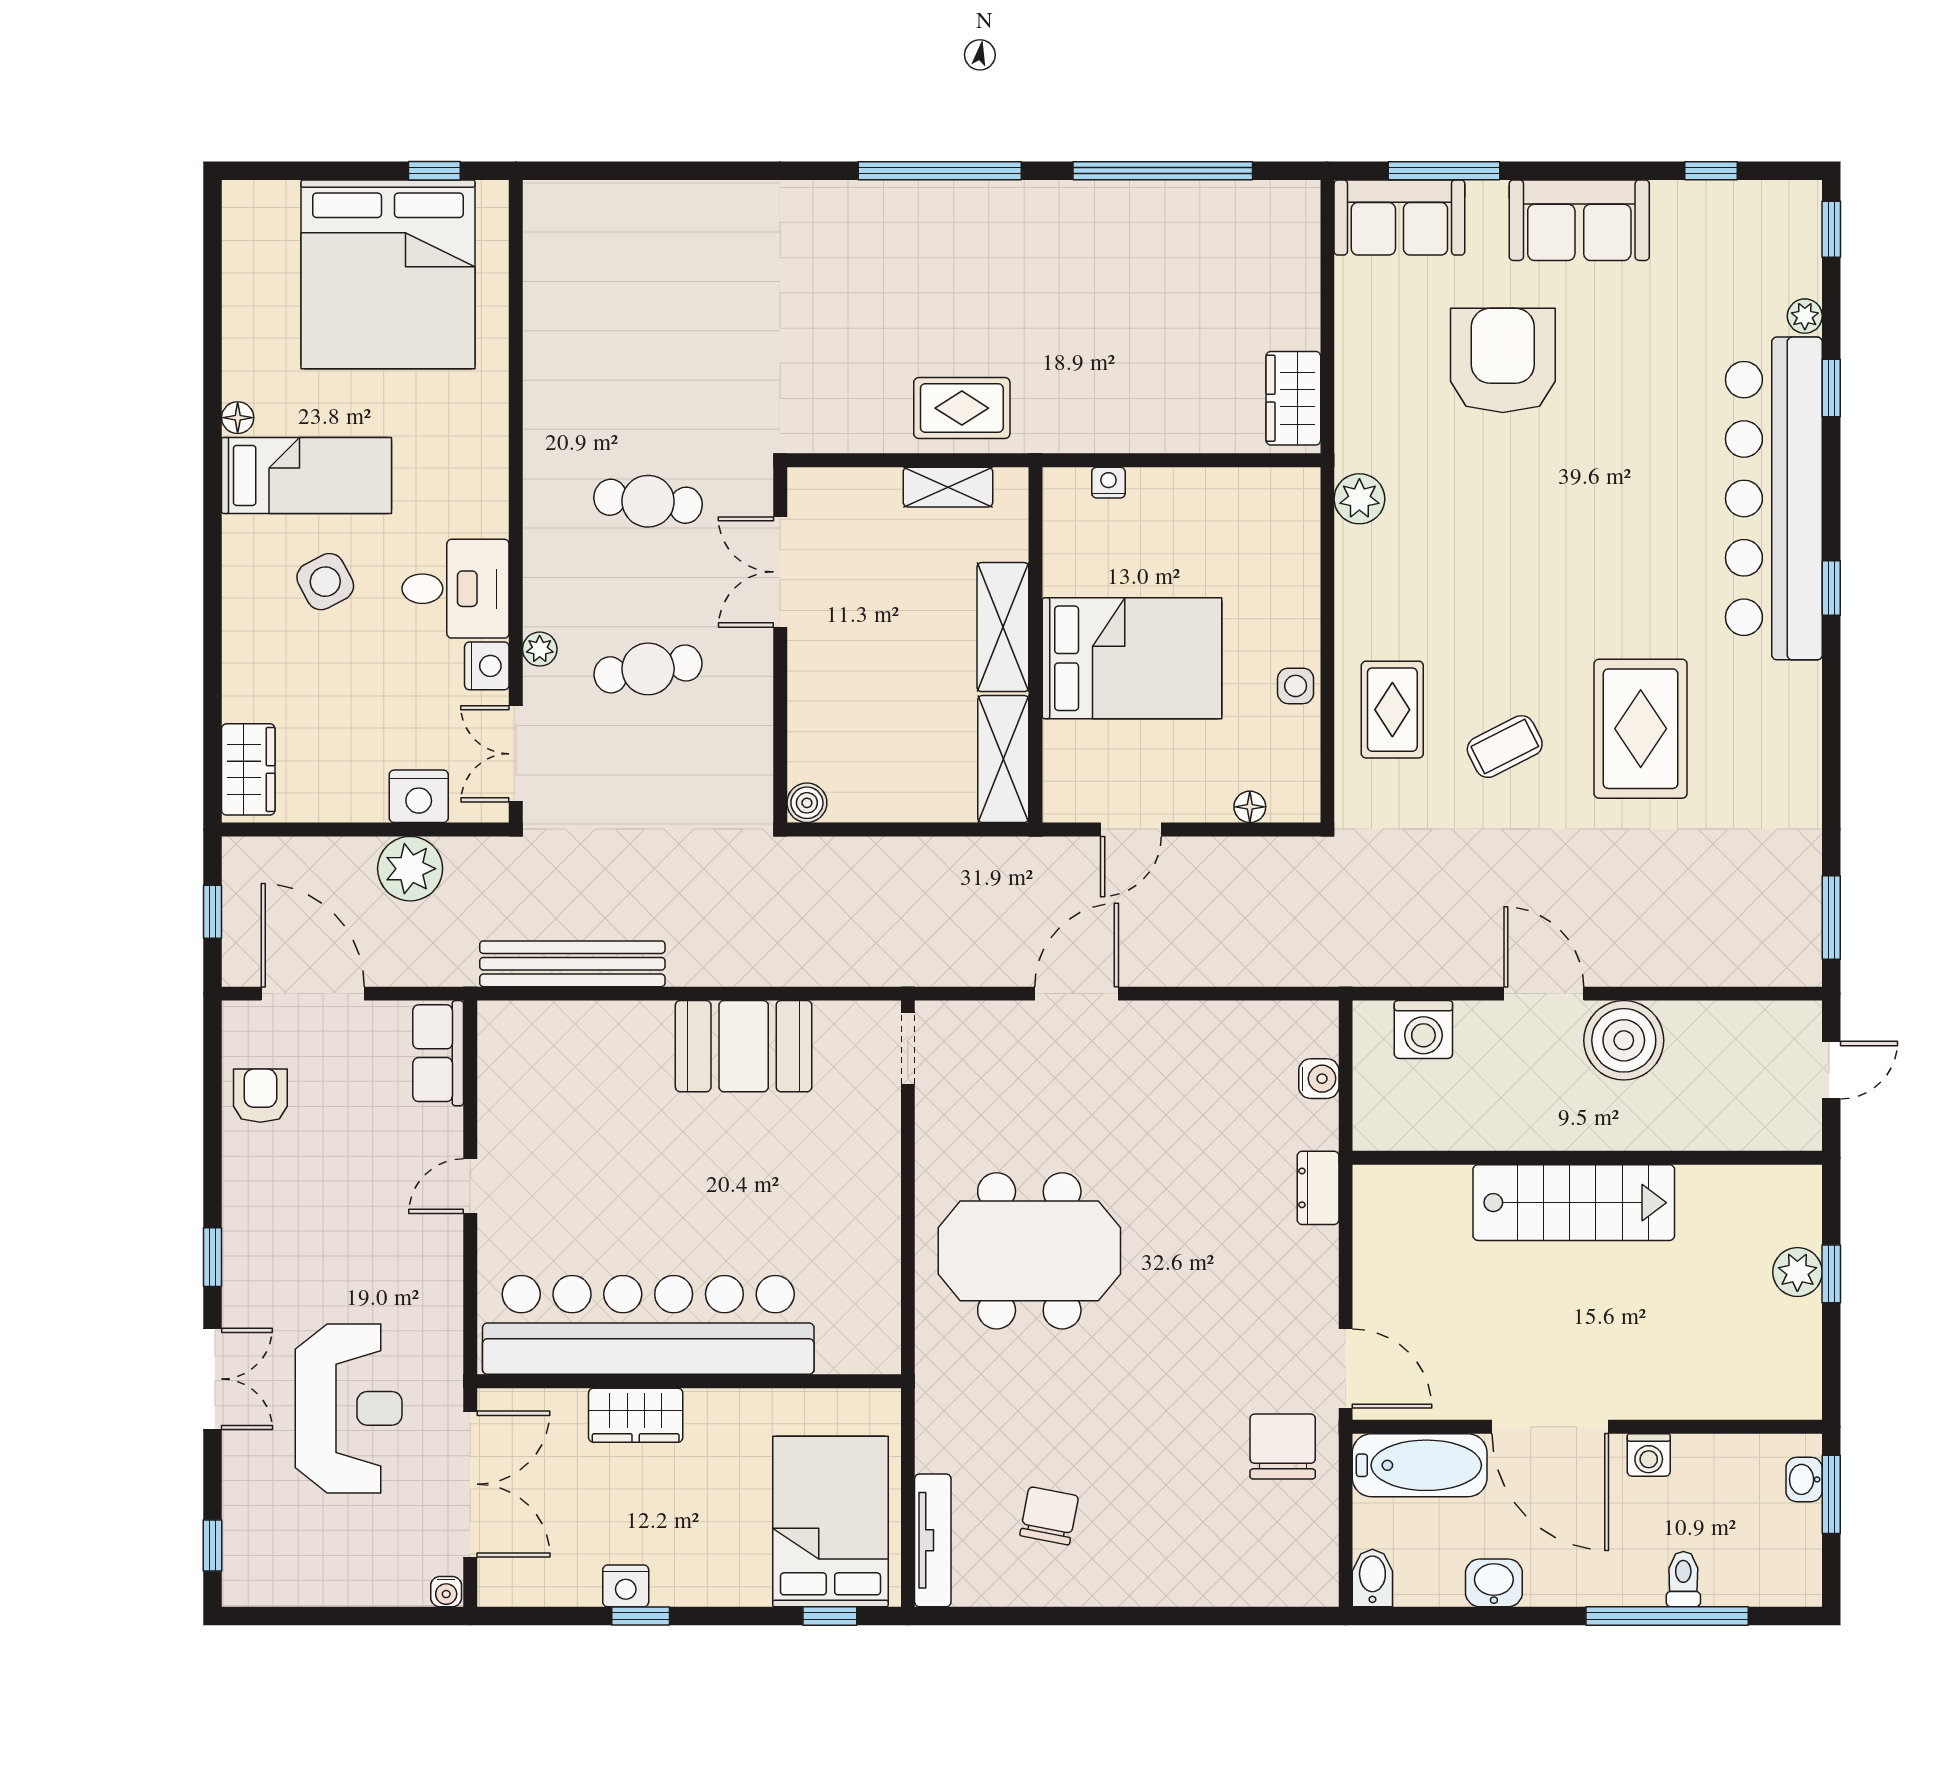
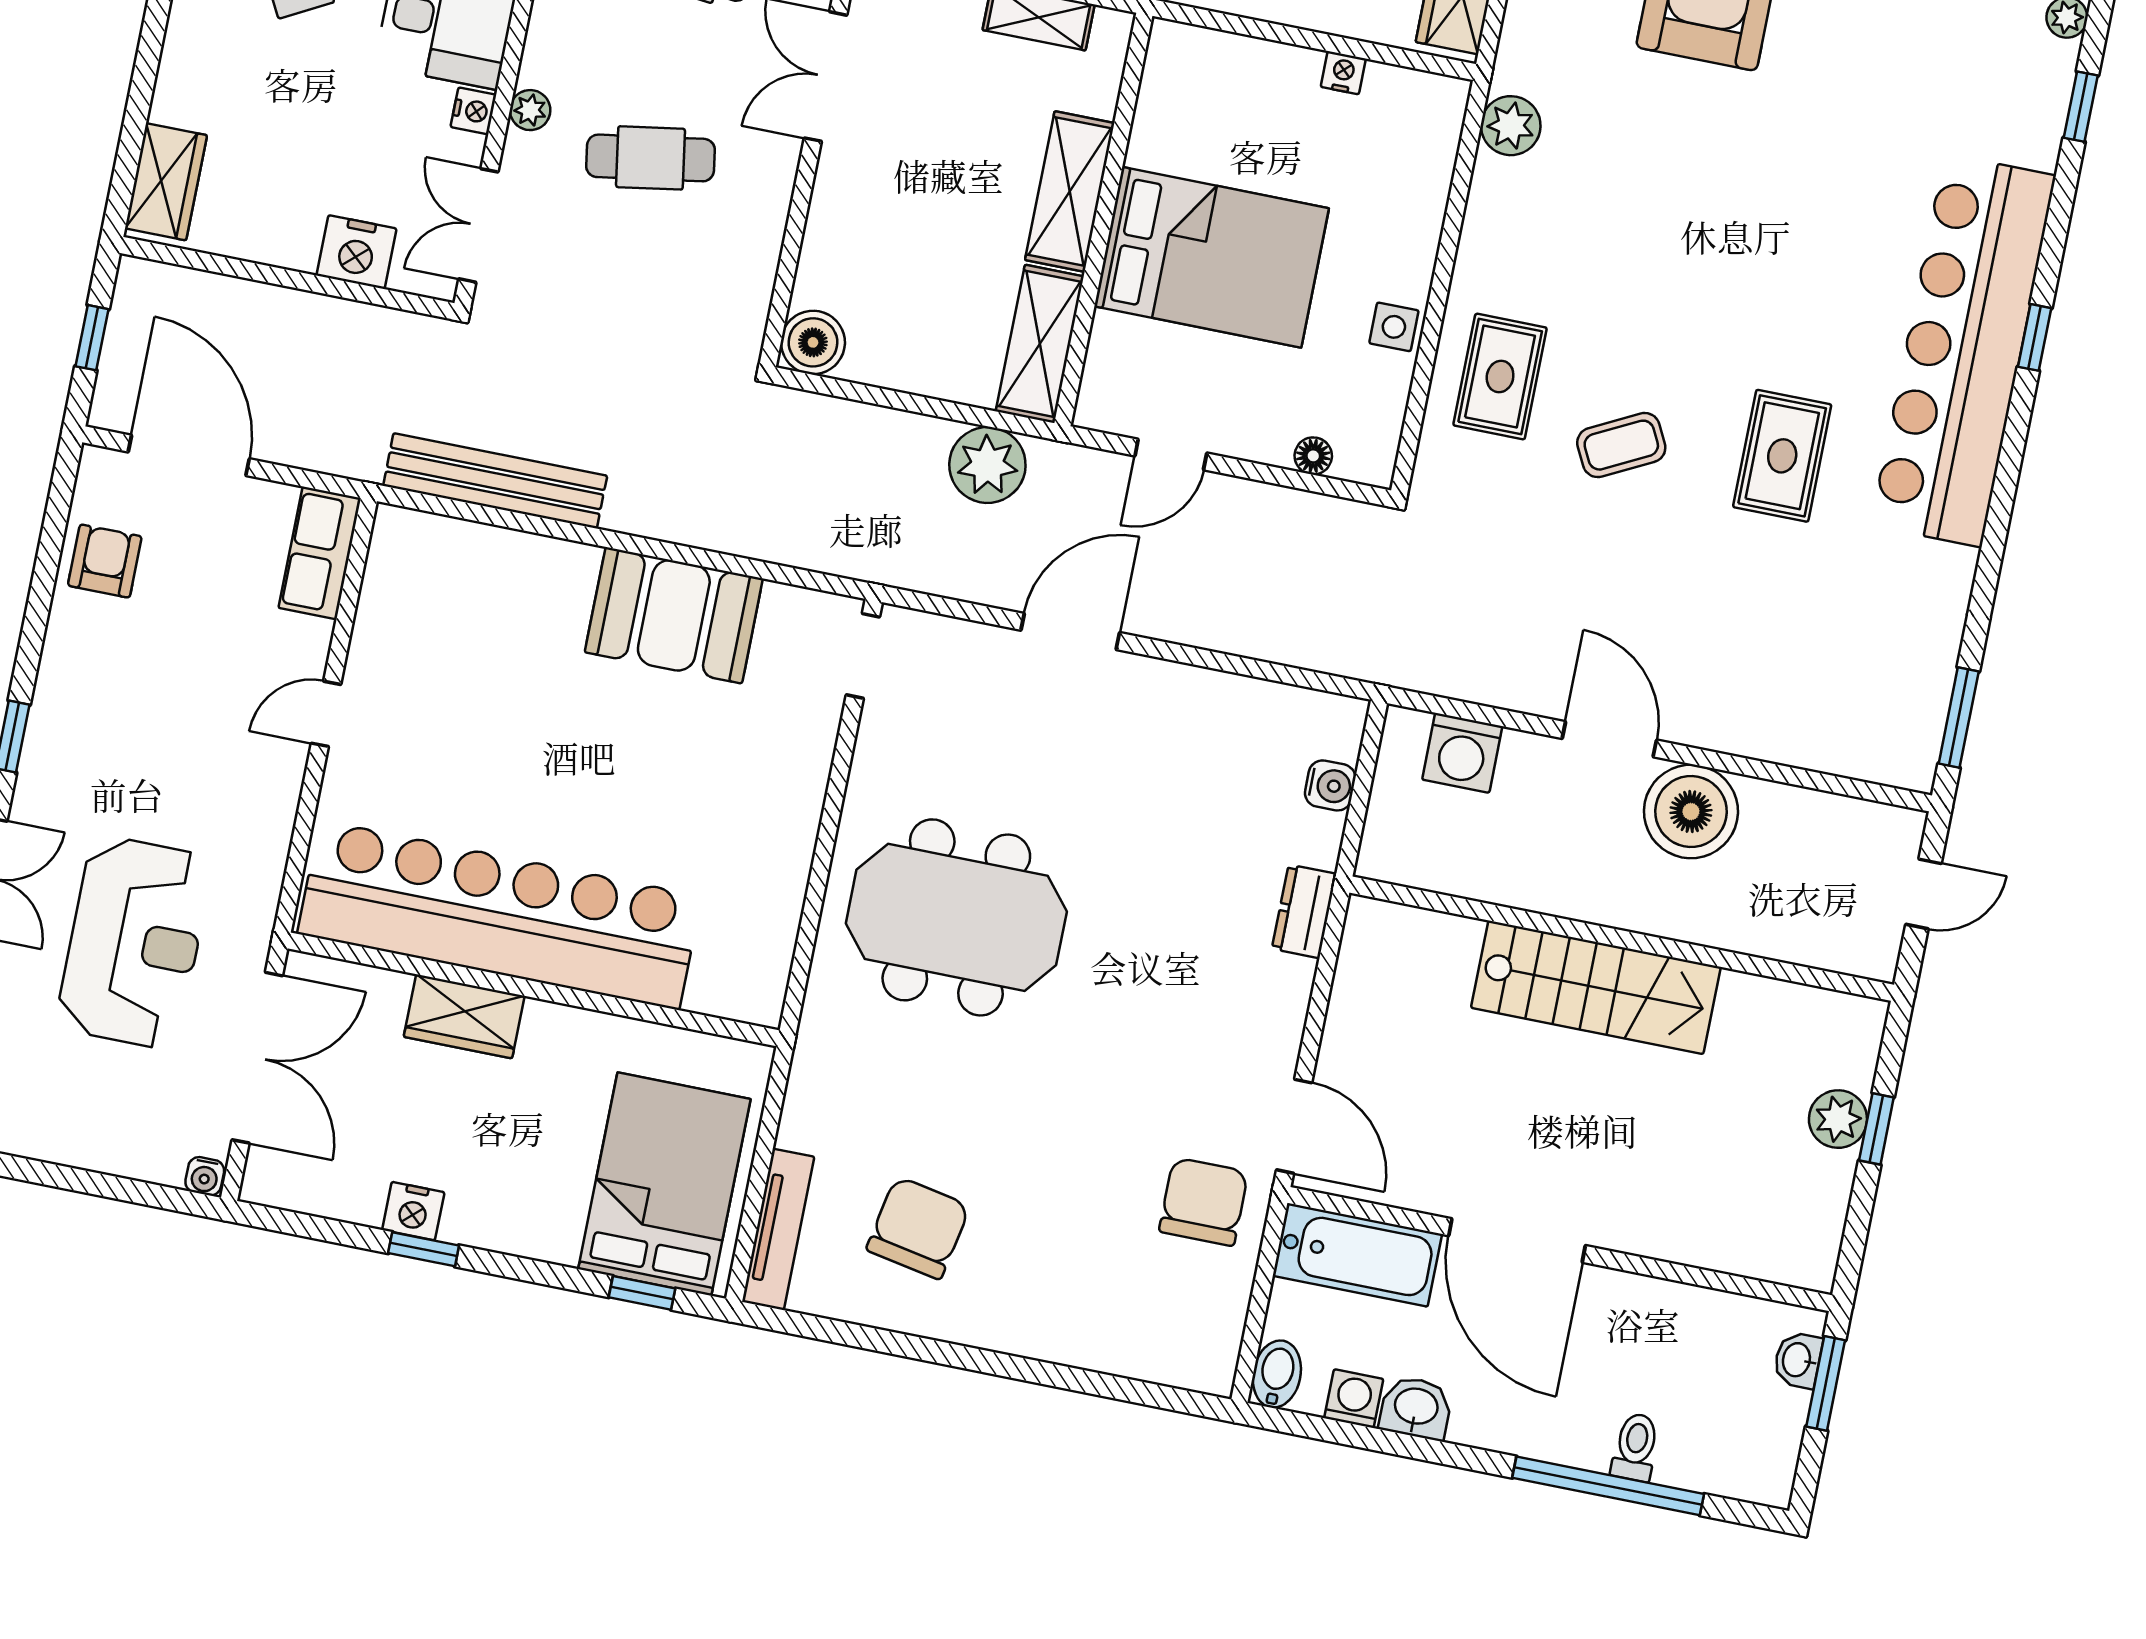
nightstand: (1108, 483) -> (1343, 73), moved
bar counter: (1774, 498) -> (1963, 350), moved
nightstand: (487, 666) -> (473, 111), width x0.72, depth x0.74
rug: (1641, 729) -> (1782, 456), width x0.73, depth x0.70
boiler: (807, 803) -> (813, 342), width x1.36, depth x1.36
plant: (410, 869) -> (987, 465), moved
washing machine: (1649, 1455) -> (1354, 1399), moved, turned 180
chair: (1049, 1516) -> (918, 1228), width x1.37, depth x1.37

